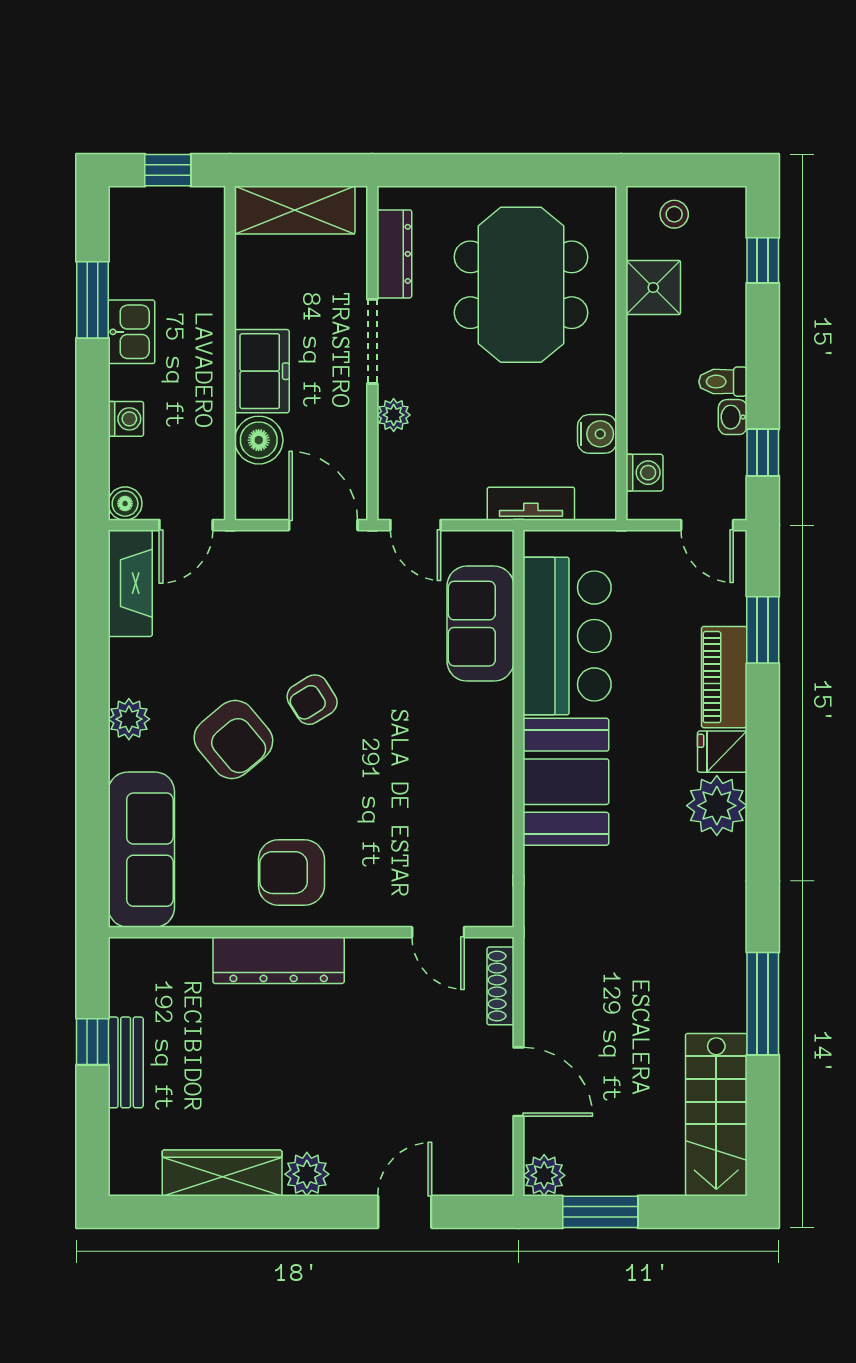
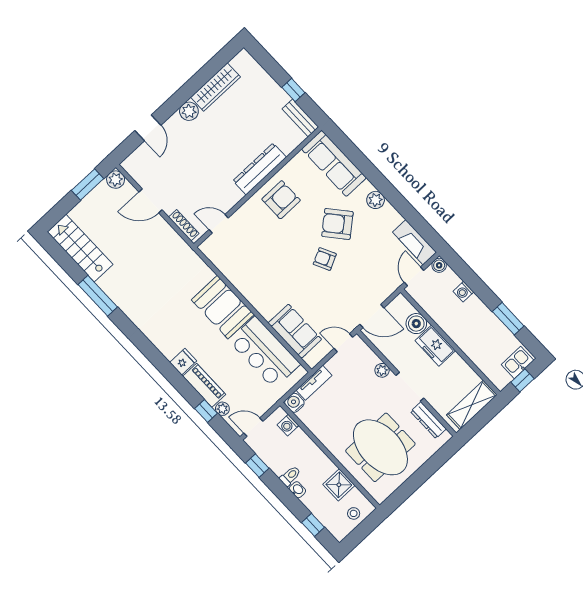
kitchen sink: (131, 332) -> (518, 362), moved, turned 90
washbasin: (733, 417) -> (297, 490), moved
water cooler: (597, 434) -> (294, 403), moved, turned 90
window: (763, 630) -> (206, 411), width x0.67
armchair: (312, 700) -> (325, 259), turned -84
plant: (717, 806) -> (222, 409), moved, width x0.53, depth x0.53
bench: (126, 1062) -> (300, 118), moved

